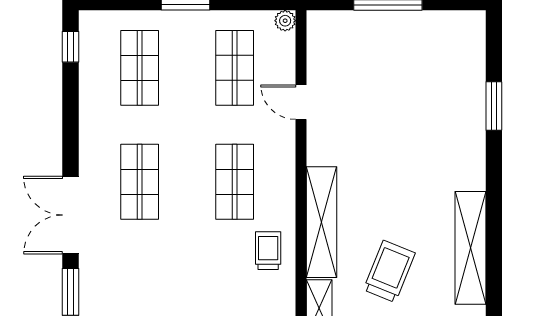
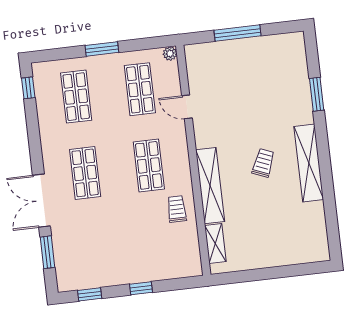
shelving: (470, 248) -> (309, 163), moved
trolley: (389, 271) -> (263, 163), moved, width x0.73, depth x0.72

